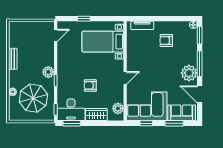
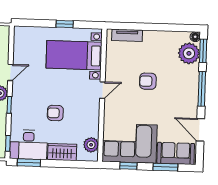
window: (84, 19) -> (65, 24), moved
door: (56, 35) -> (10, 72), moved
armchair: (166, 40) -> (148, 81), moved
plant: (189, 73) -> (189, 53), moved
door: (125, 78) -> (102, 90), moved

